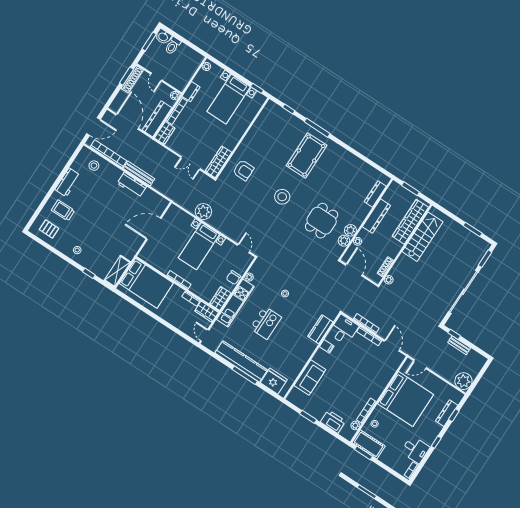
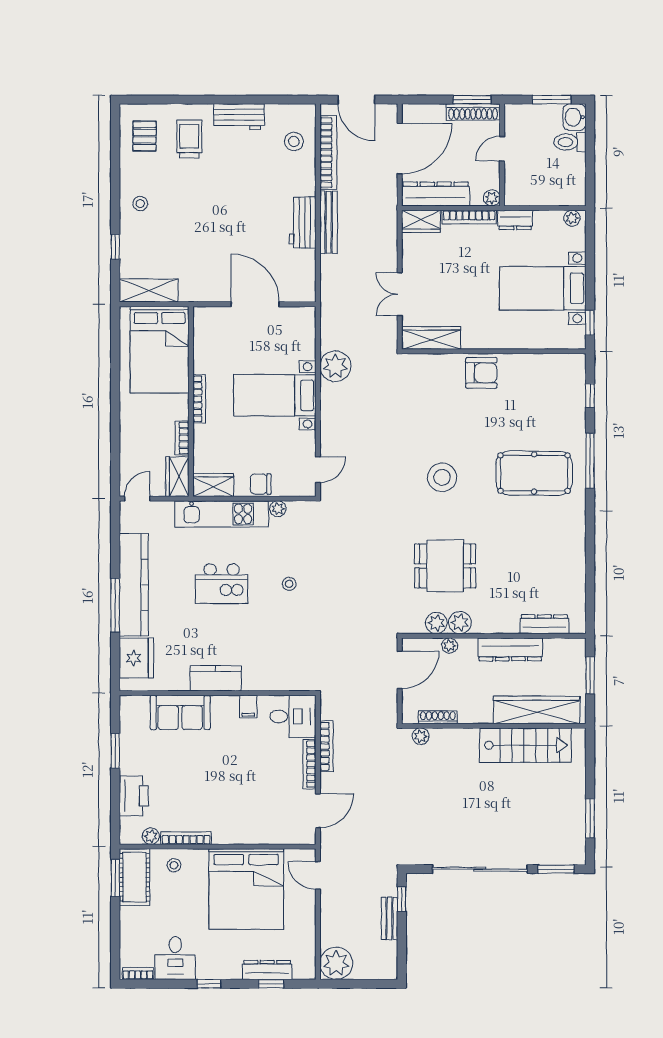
armchair: (243, 170) -> (481, 373), moved, turned -90
kitchen counter: (320, 329) -> (216, 678), moved

